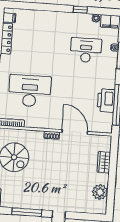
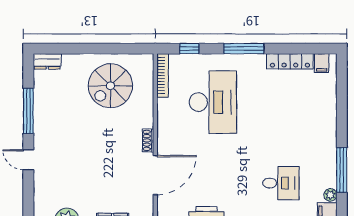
window: (80, 10) -> (342, 170), width x2.17
desk: (86, 50) -> (281, 183), width x0.73

